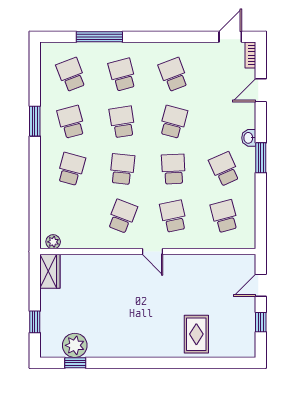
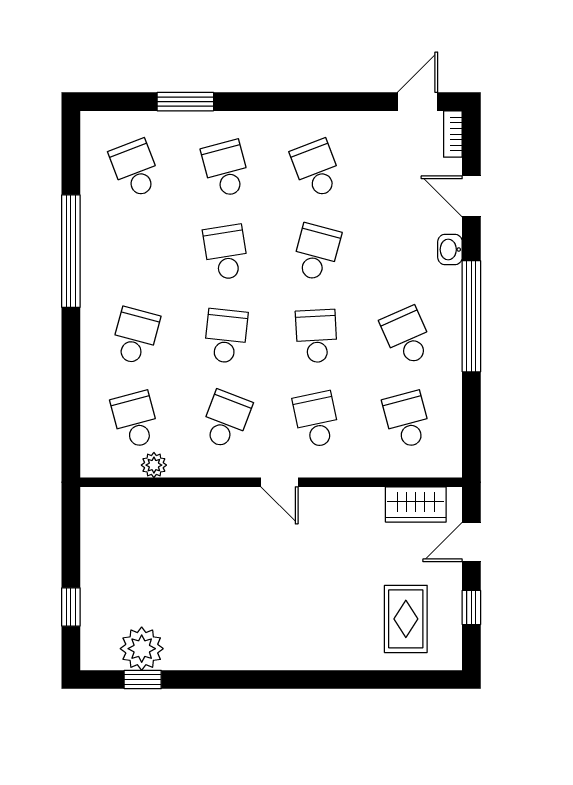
window: (99, 37) -> (185, 102), width x0.69
door: (261, 90) -> (471, 196), hinge flipped
window: (35, 121) -> (71, 251), width x2.11
school desk: (71, 122) -> (135, 420), moved
washbasin: (249, 138) -> (450, 250), moved
window: (261, 158) -> (471, 316), width x2.11
plant: (53, 242) -> (154, 465), moved
wardrobe: (50, 271) -> (416, 504), moved, turned 90
rug: (196, 334) -> (406, 619), moved

